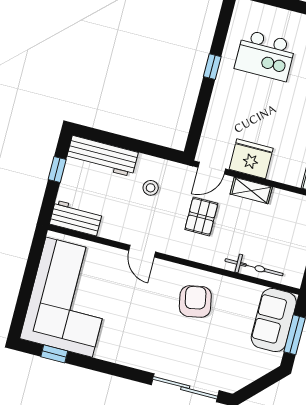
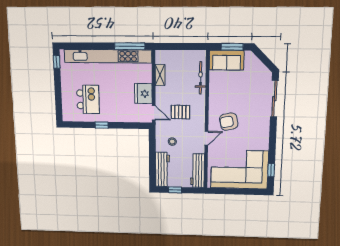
shelving: (251, 191) -> (160, 75), moved
workbench: (76, 218) -> (198, 171), width x1.37
armchair: (195, 301) -> (229, 122), moved

